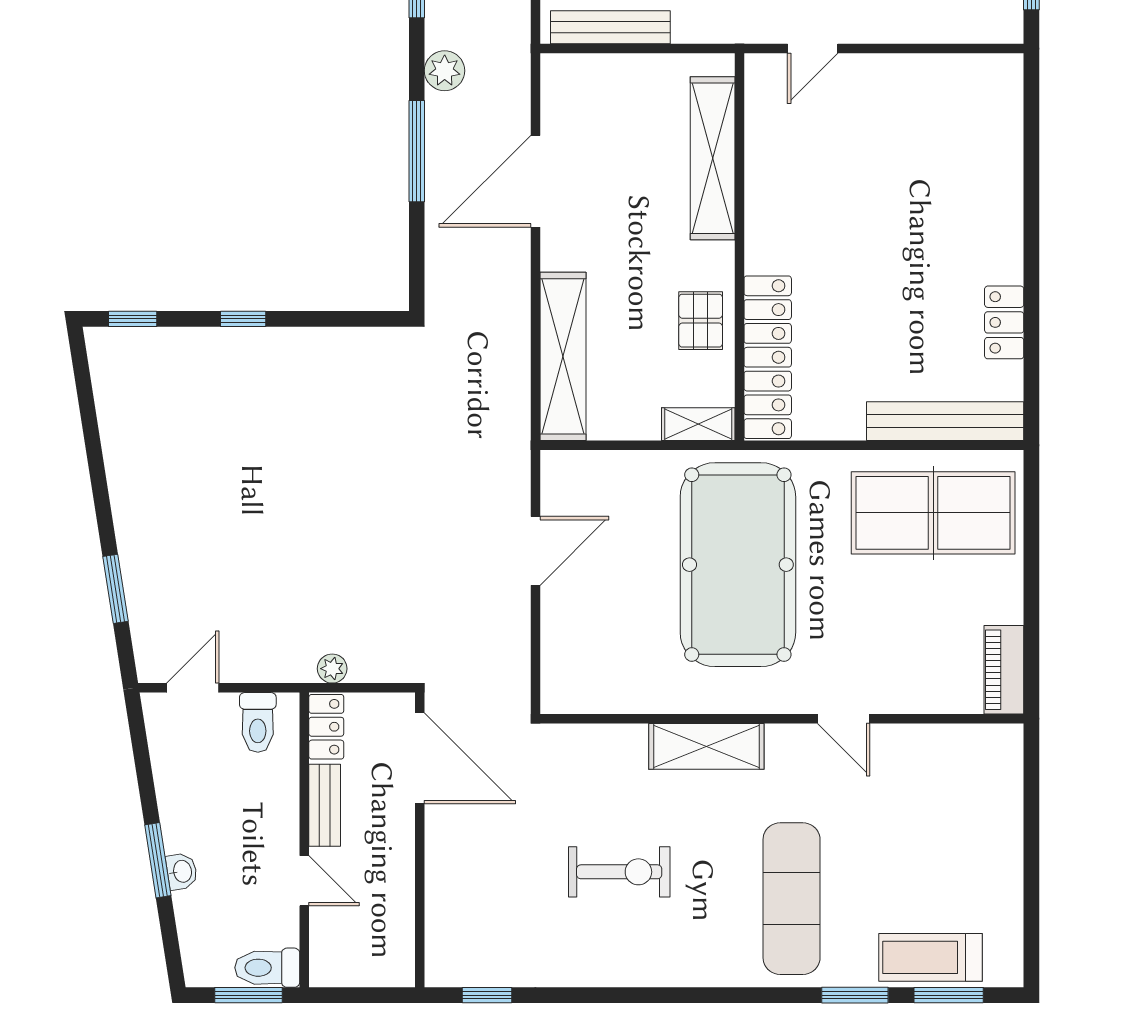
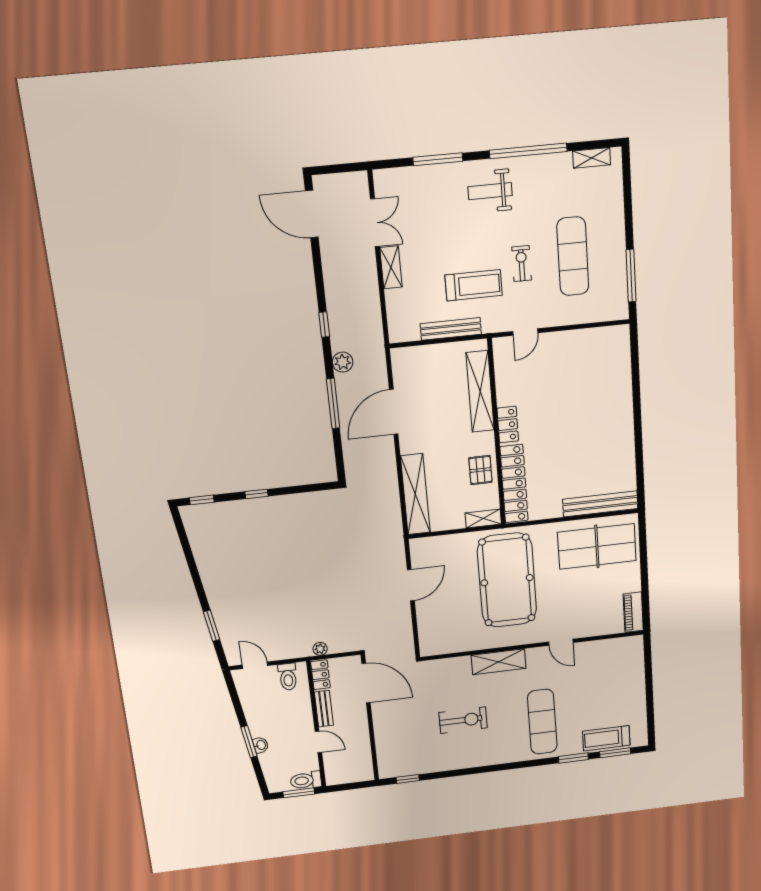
bench: (610, 27) -> (451, 329), moved
locker: (1004, 322) -> (508, 425), moved, turned 180
door: (193, 688) -> (255, 665), hinge flipped

